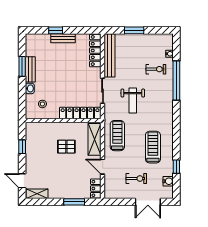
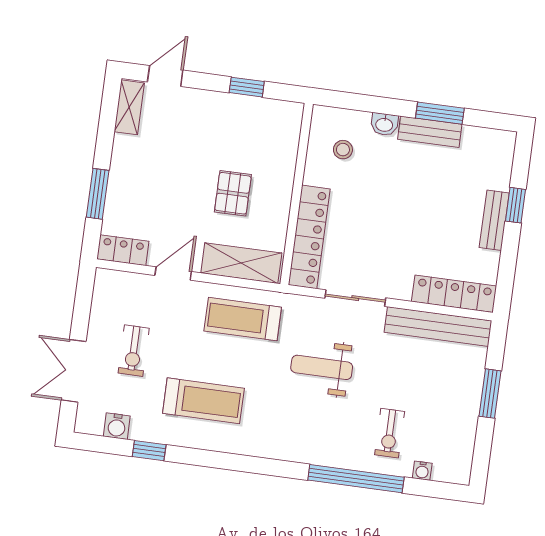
treadmill: (117, 136) -> (243, 319), turned 180

